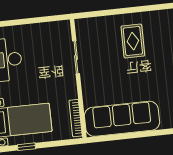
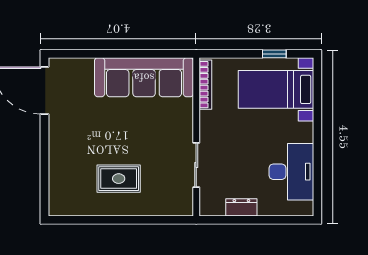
dresser: (39, 29) -> (241, 207), added
rug: (133, 41) -> (119, 179), turned 90

